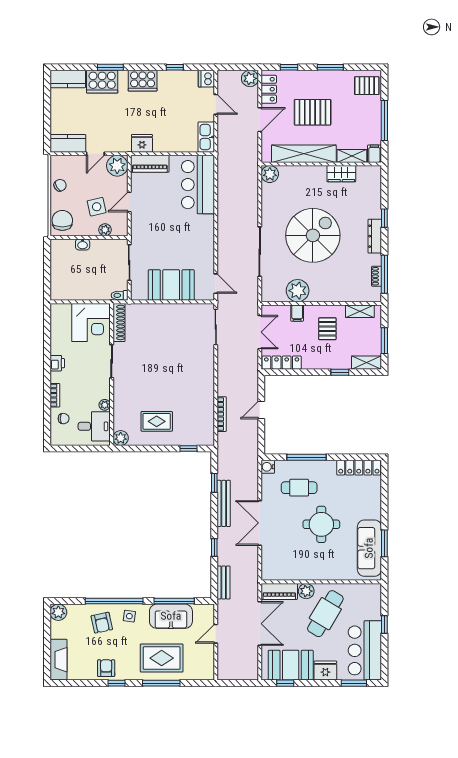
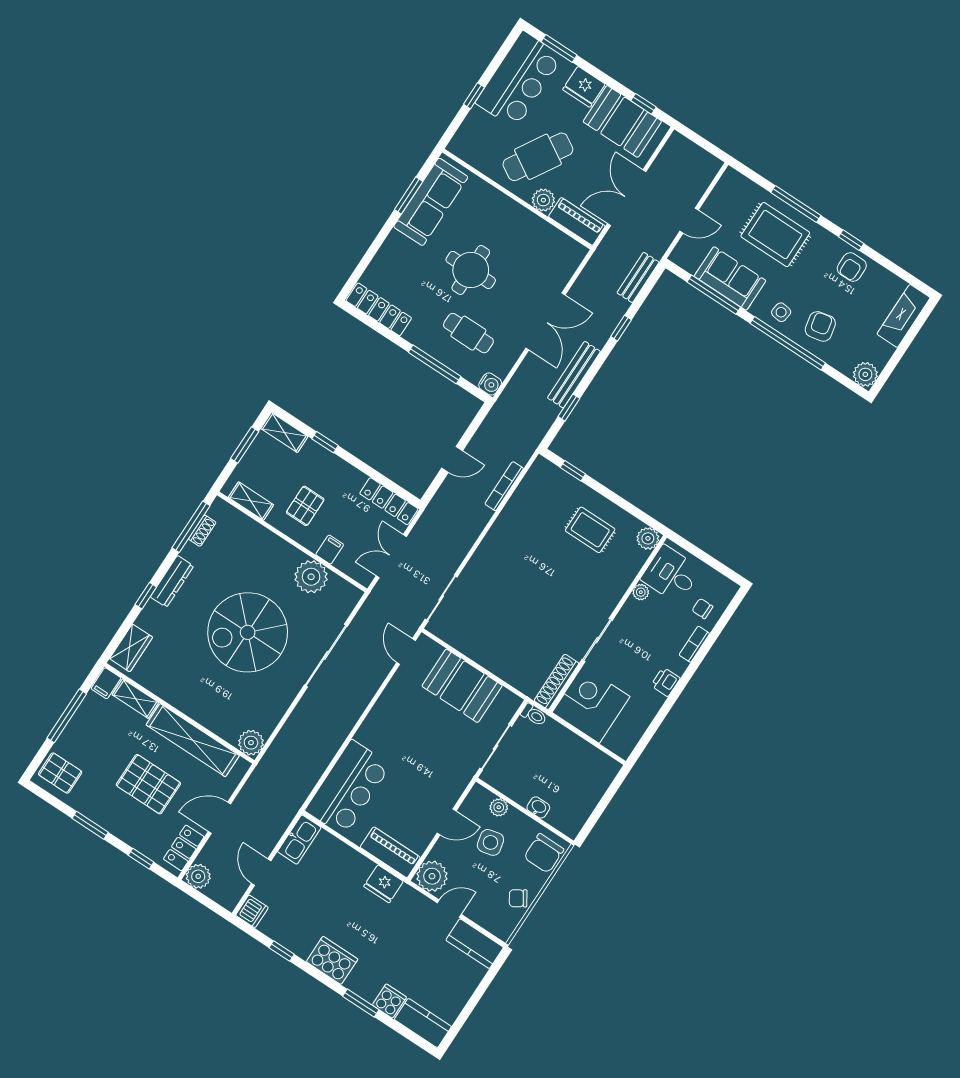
cooker: (102, 82) -> (389, 1001), width x0.53, depth x0.76
wardrobe: (341, 174) -> (131, 648), moved, turned 90

